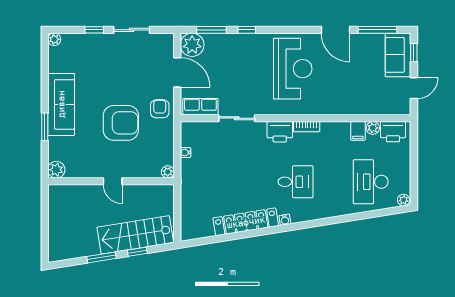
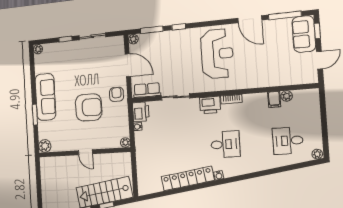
plant: (192, 45) -> (133, 39), width x0.53, depth x0.53
printer: (393, 132) -> (141, 112), moved, turned -90
desk: (371, 182) -> (288, 141), width x0.73

